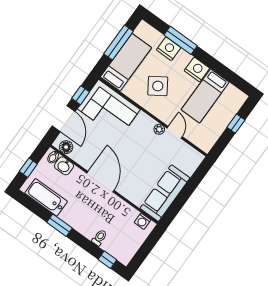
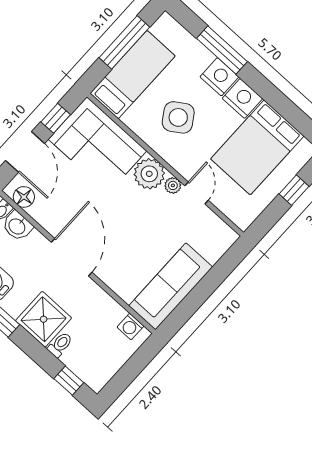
nightstand: (169, 49) -> (219, 77), moved
bed: (205, 96) -> (257, 147), width x1.50
plant: (143, 124) -> (149, 174), added
shower: (87, 223) -> (44, 319), added

